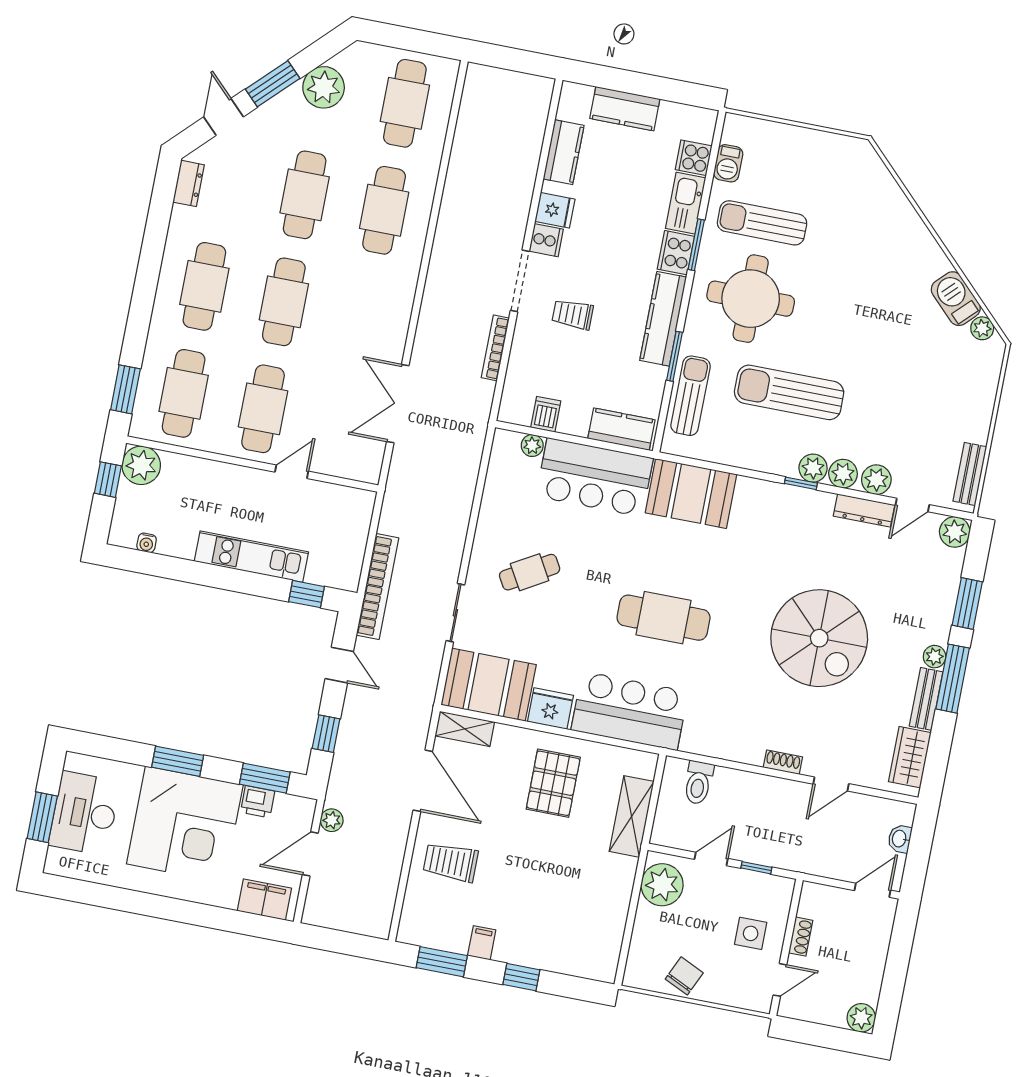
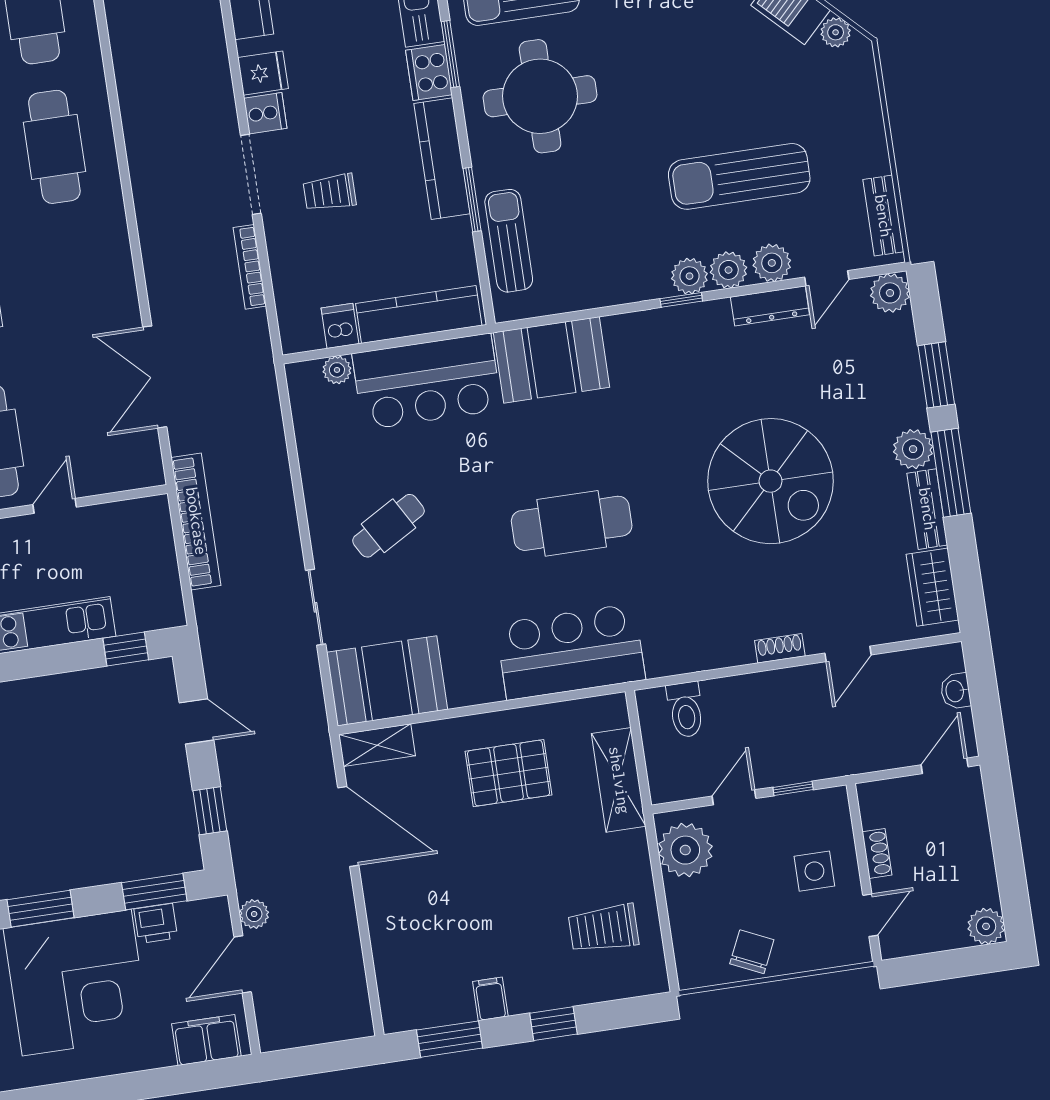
sun lounger: (789, 392) -> (739, 176), moved
kitchen counter: (621, 429) -> (419, 314), width x1.50
bookcase: (377, 587) -> (196, 521), moved
plant: (935, 657) -> (913, 449), width x1.38, depth x1.38
fridge: (550, 708) -> (473, 683), removed
pallet: (553, 783) -> (509, 773), turned 90
trolley: (451, 862) -> (604, 928), moved

